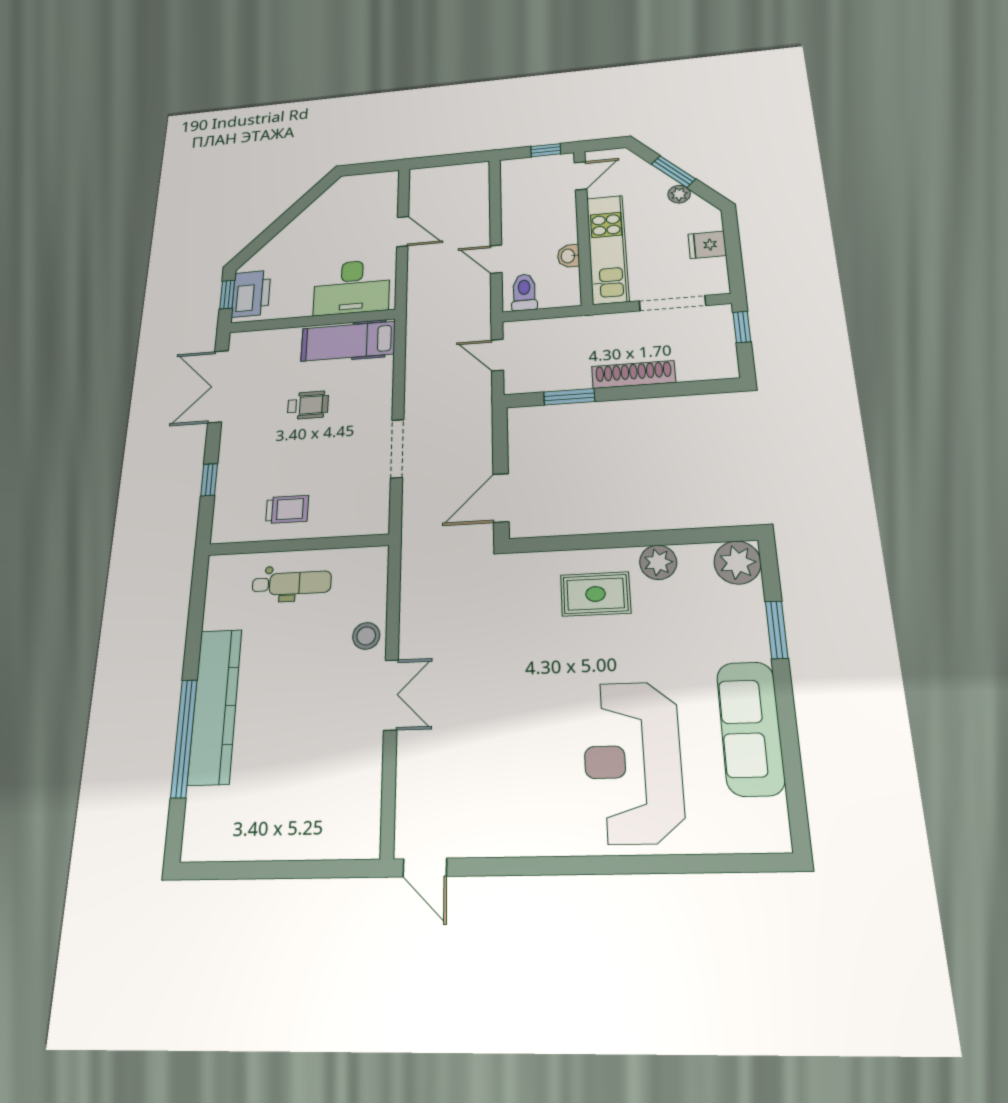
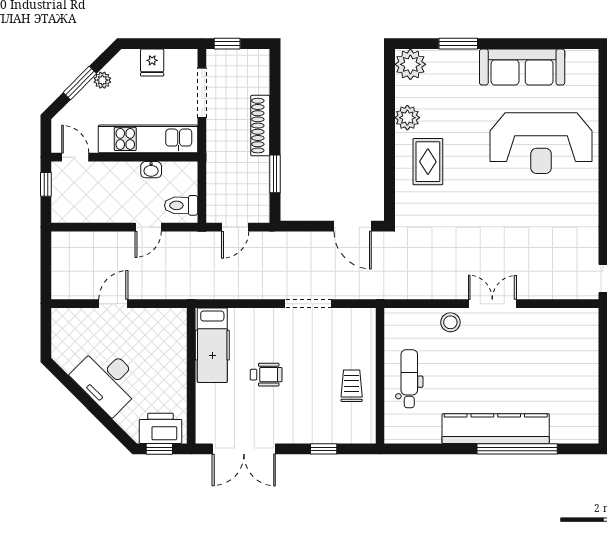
desk: (352, 287) -> (107, 380), moved, turned 135
wheelchair: (308, 405) -> (266, 375), turned 90

